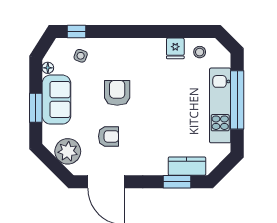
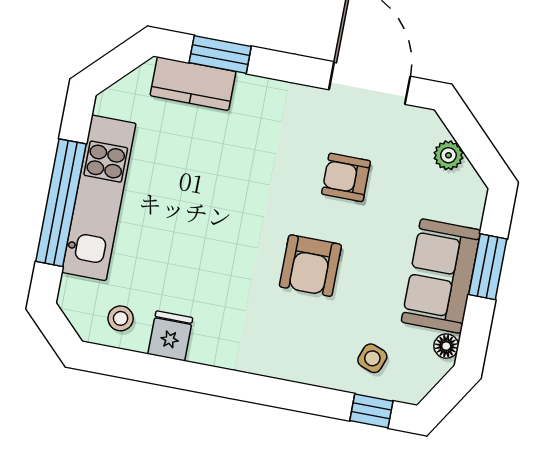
plant: (68, 151) -> (448, 155), width x0.53, depth x0.53

